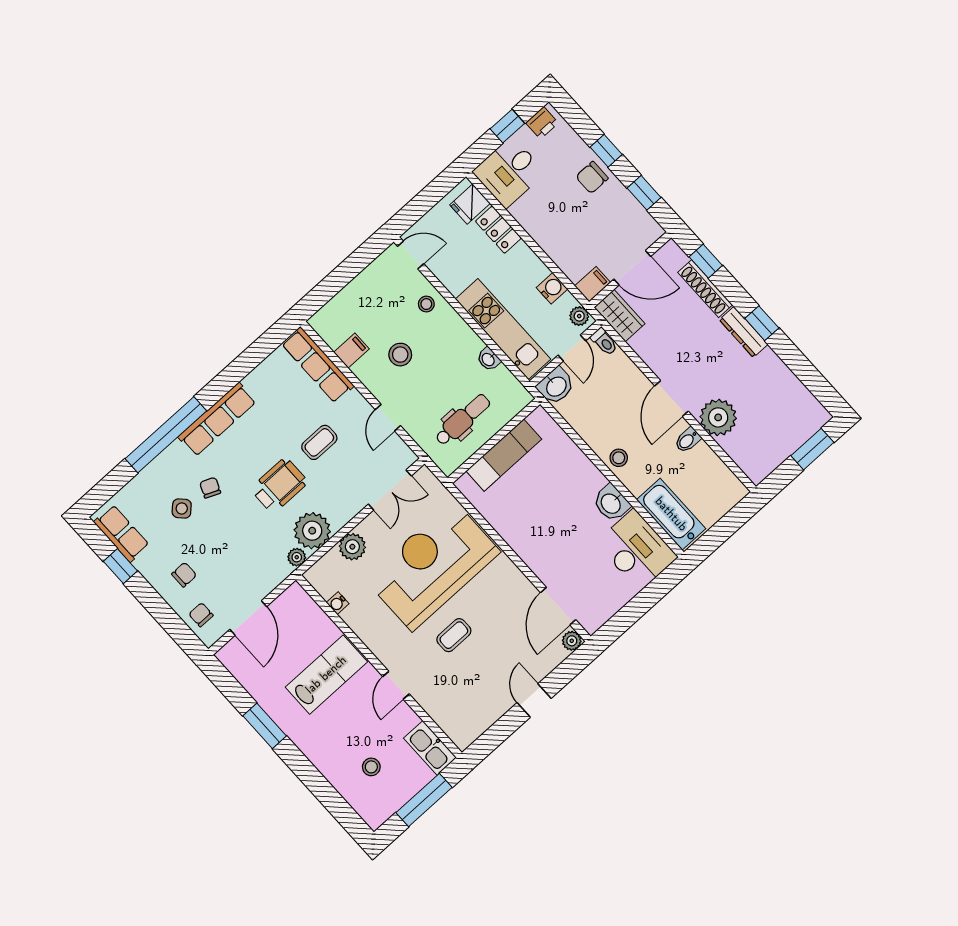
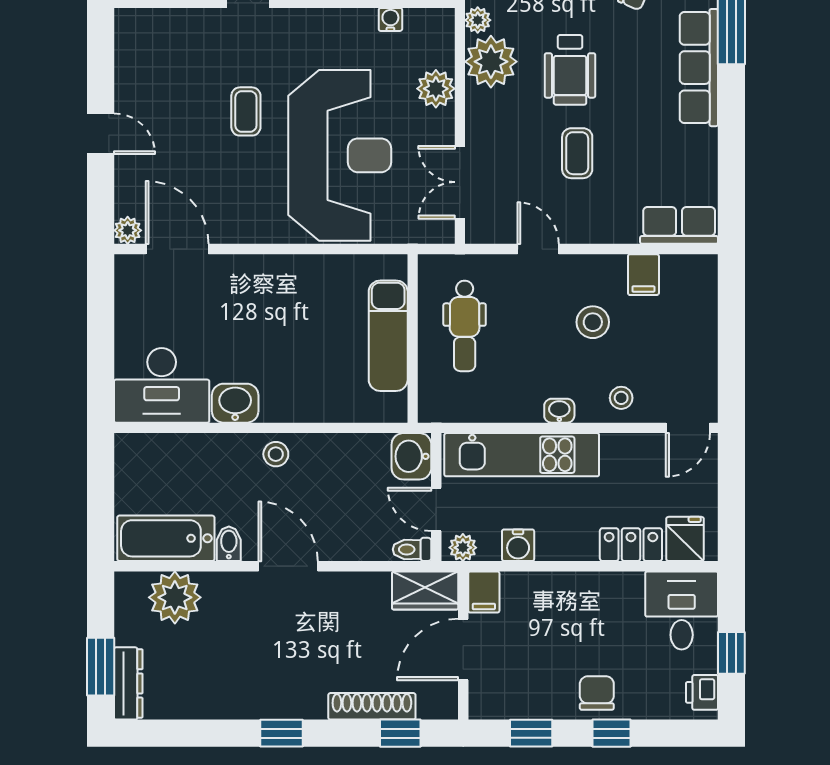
dresser: (744, 332) -> (128, 683), moved, turned 90
washbasin: (488, 359) -> (559, 411), moved
row of seats: (318, 365) -> (679, 225), width x0.68
plant: (718, 417) -> (175, 597), moved
bathtub: (671, 514) -> (166, 538), moved, turned 180

